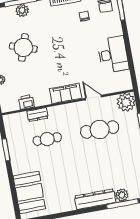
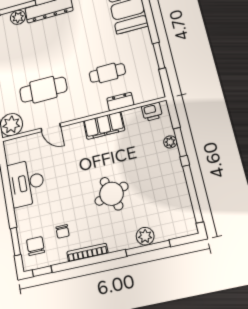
round table: (23, 48) -> (111, 194), moved, turned -36
filing cabinet: (66, 93) -> (104, 126), moved
printer: (26, 102) -> (152, 112), moved

